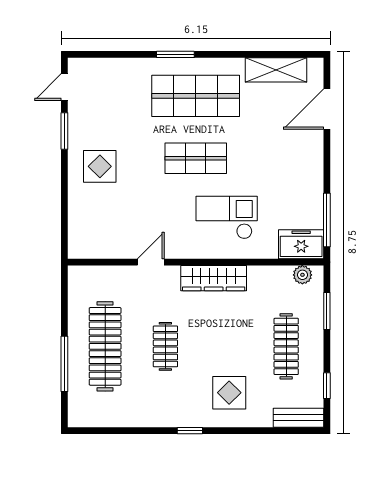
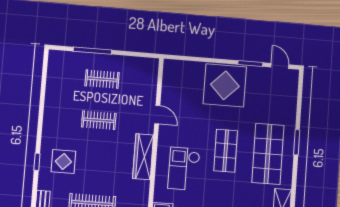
display table: (100, 166) -> (225, 85), width x1.86, depth x1.86
checkout: (227, 218) -> (184, 169), turned 180
clothes rail: (105, 346) -> (102, 79), width x0.54, depth x0.76
window: (190, 431) -> (37, 162), moved

